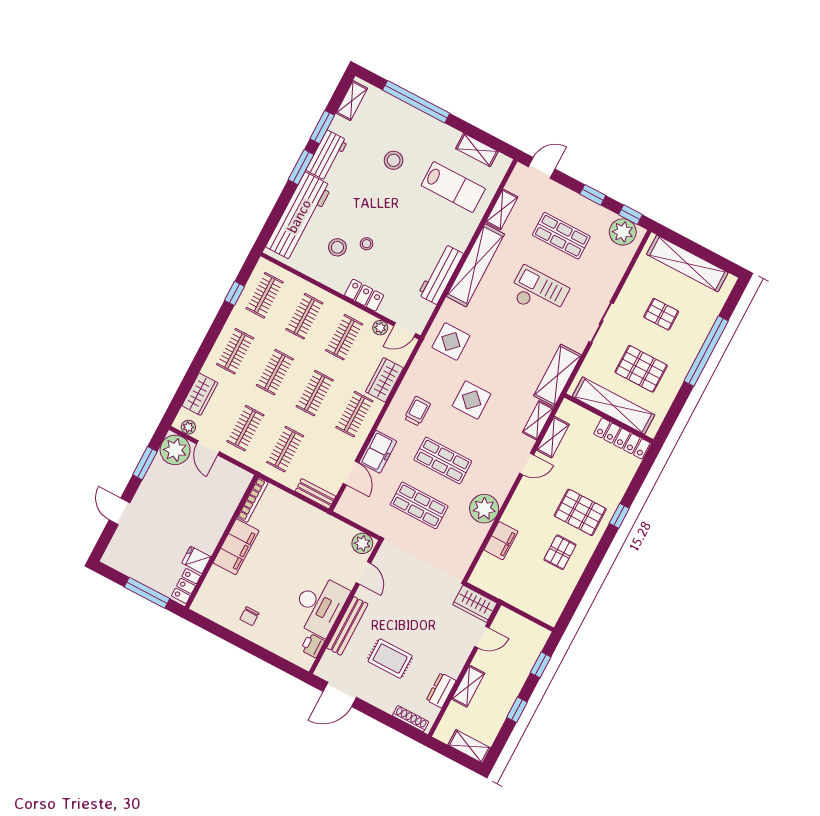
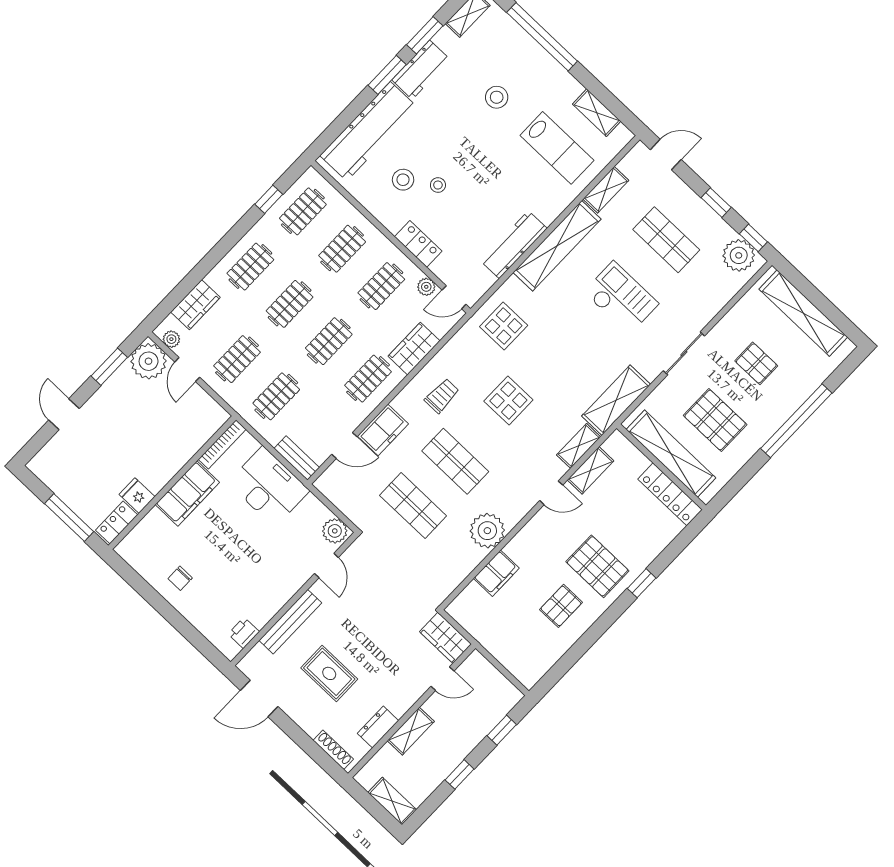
door: (351, 473) -> (344, 445), hinge flipped
desk: (320, 605) -> (269, 487), moved, turned -90

